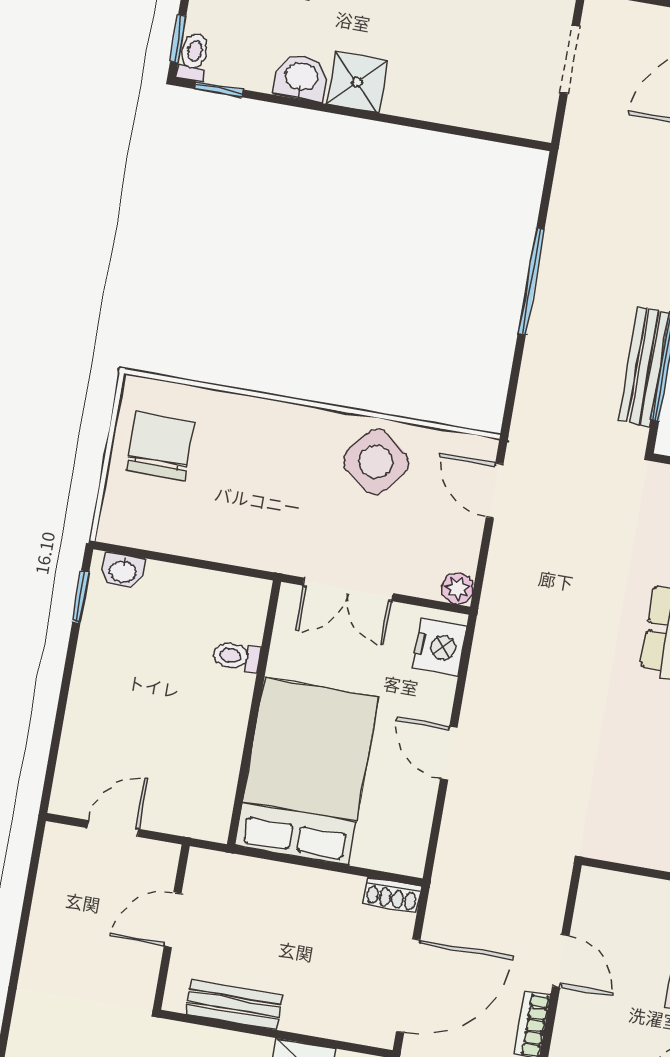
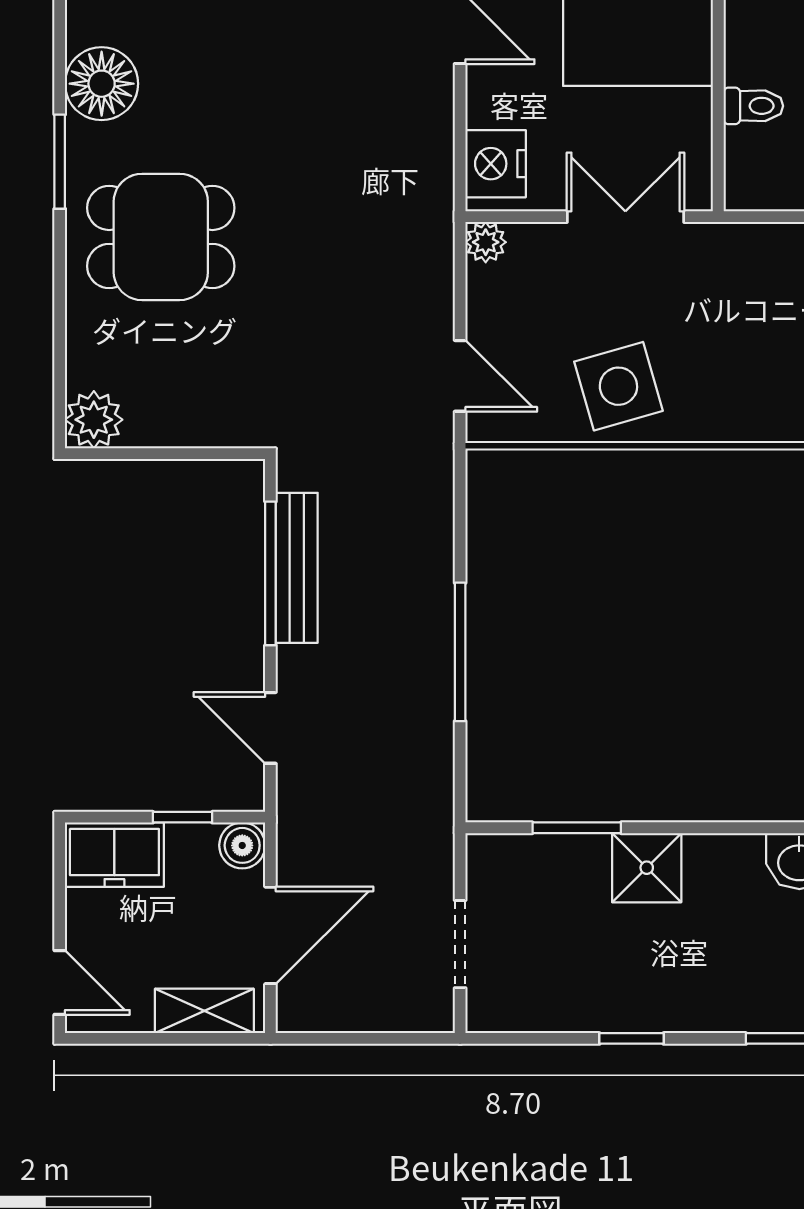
shower: (357, 82) -> (647, 868), moved
window: (466, 132) -> (577, 828), added
side table: (376, 462) -> (618, 386), turned 36

